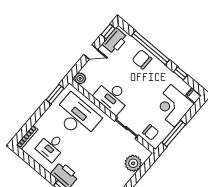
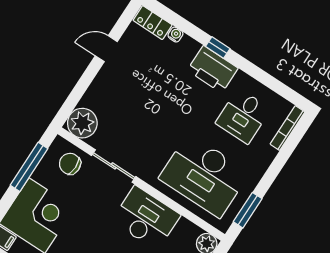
desk: (51, 147) -> (243, 116), turned 180
plant: (133, 163) -> (82, 123), moved

